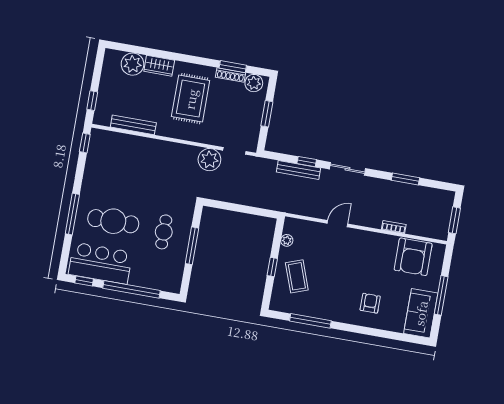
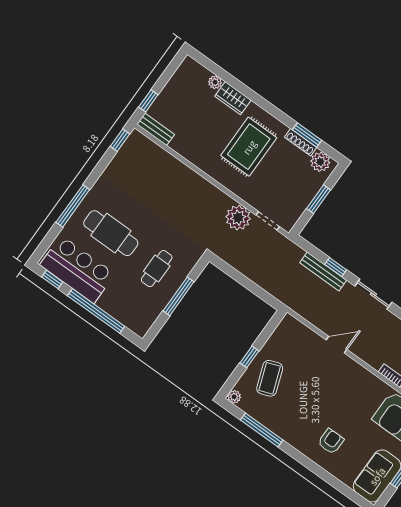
plant: (133, 64) -> (215, 82), width x0.53, depth x0.53
bench: (133, 125) -> (156, 129), moved, width x0.73
plant: (287, 240) -> (234, 397), moved

